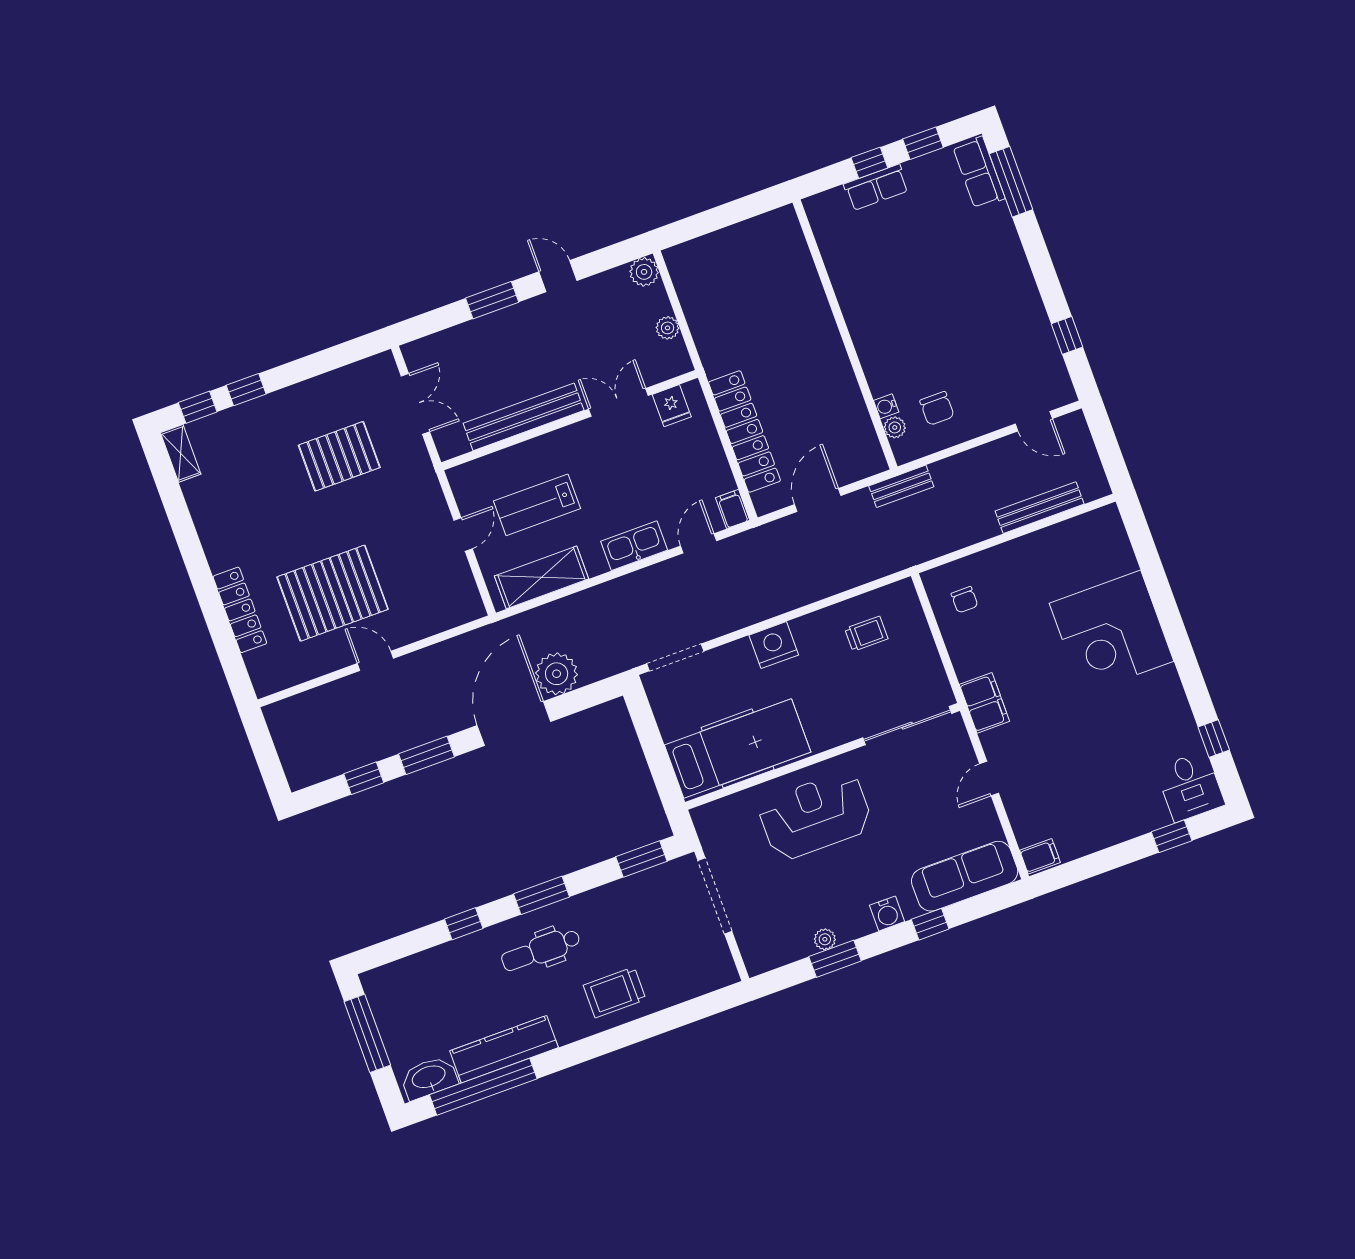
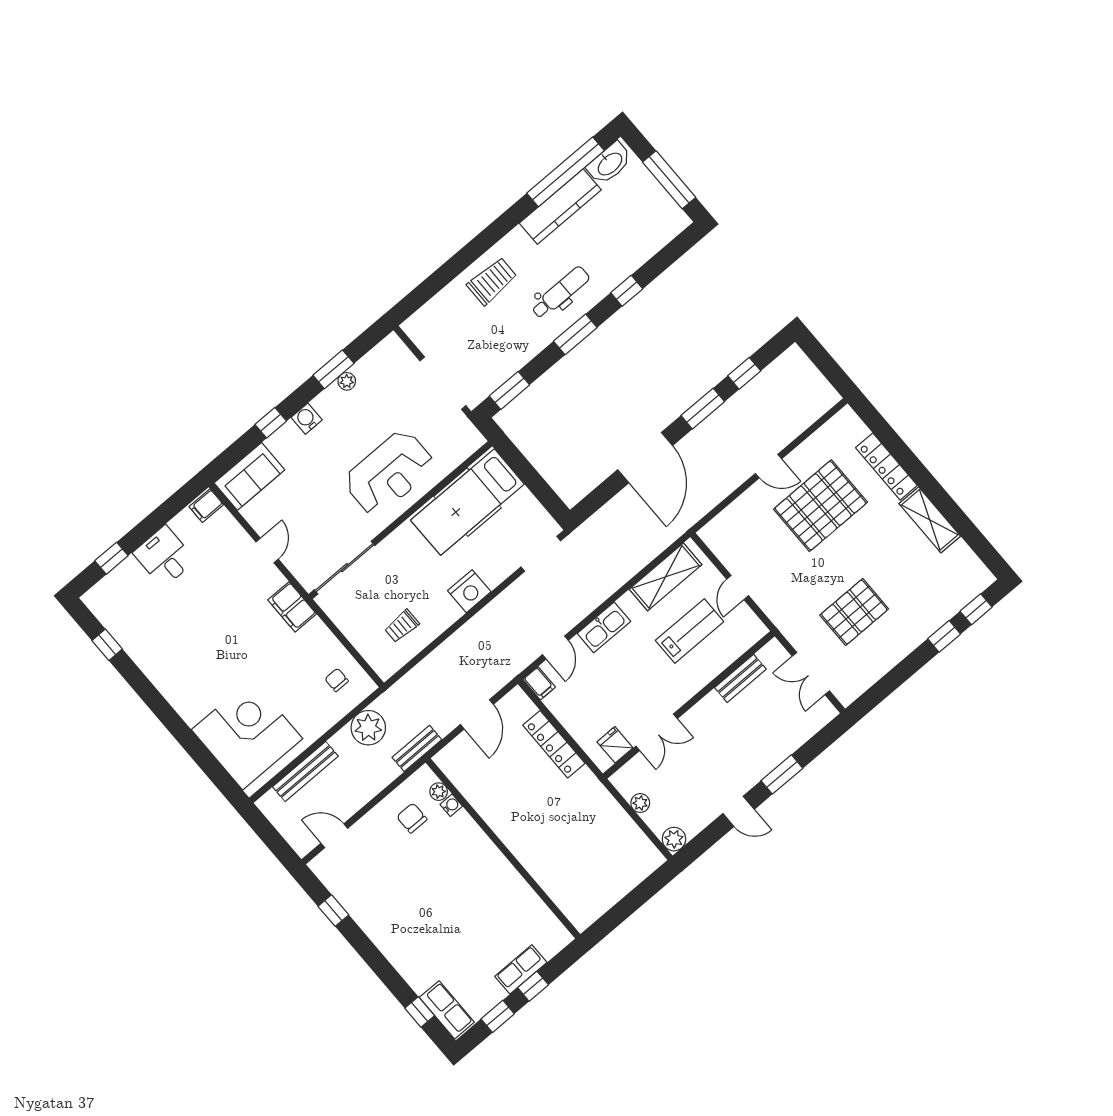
window: (1011, 182) -> (420, 1012), width x0.46
bench: (524, 417) -> (740, 678), width x0.54, depth x0.82
locker: (745, 432) -> (554, 744), width x0.71, depth x0.83
shelving: (181, 453) -> (930, 520), moved, width x1.50, depth x1.33
corner desk: (1111, 632) -> (247, 734), moved
plant: (557, 674) -> (368, 728), moved
desk: (1190, 786) -> (164, 557), moved
sofa: (965, 876) -> (249, 476), width x0.73

